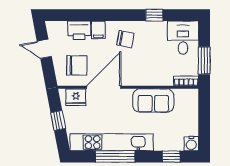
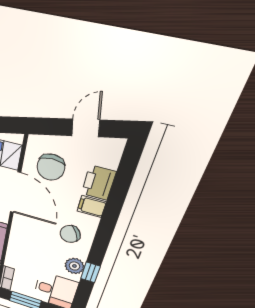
plant: (153, 29) -> (74, 266), added
chair: (126, 39) -> (70, 234), turned 48

